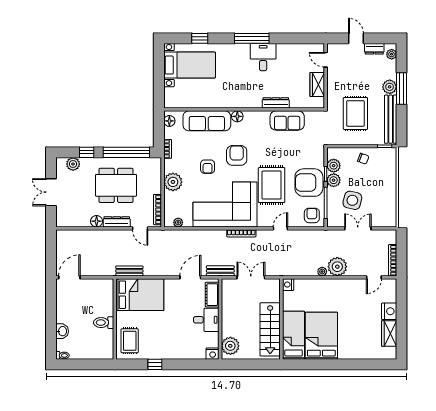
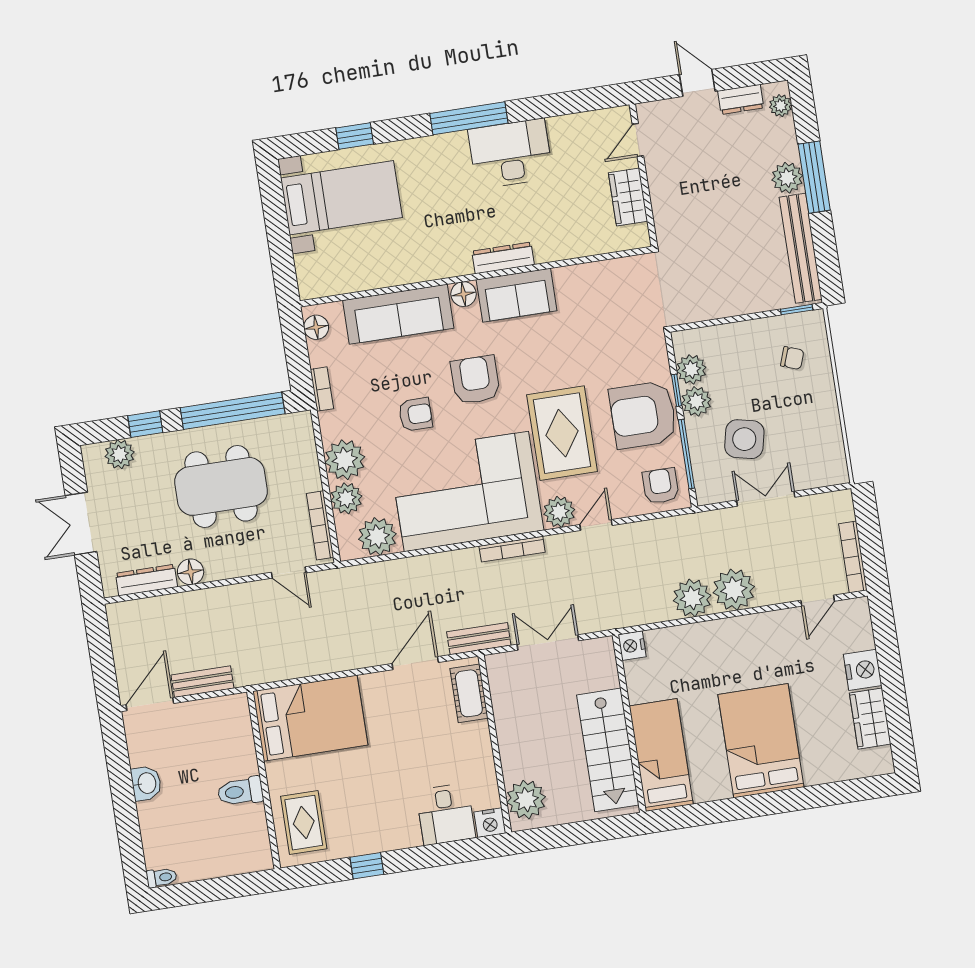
desk: (263, 57) -> (510, 154), width x1.37
door: (326, 60) -> (638, 140), hinge flipped
dresser: (276, 103) -> (503, 258), moved
rug: (355, 113) -> (722, 248), removed
sofa: (287, 120) -> (517, 295), moved
chair: (363, 159) -> (792, 358), moved
armchair: (208, 167) -> (415, 414), turned -90
plant: (171, 199) -> (346, 498), added
plant: (265, 220) -> (559, 512), added
dresser: (117, 222) -> (146, 580), moved
plant: (178, 222) -> (377, 537), width x1.88, depth x1.88
bench: (129, 271) -> (202, 682), moved
plant: (322, 272) -> (692, 598), width x1.87, depth x1.87
desk: (206, 320) -> (446, 814), moved, turned 90
washbasin: (62, 331) -> (146, 783), moved
bed: (321, 336) -> (761, 741), moved

